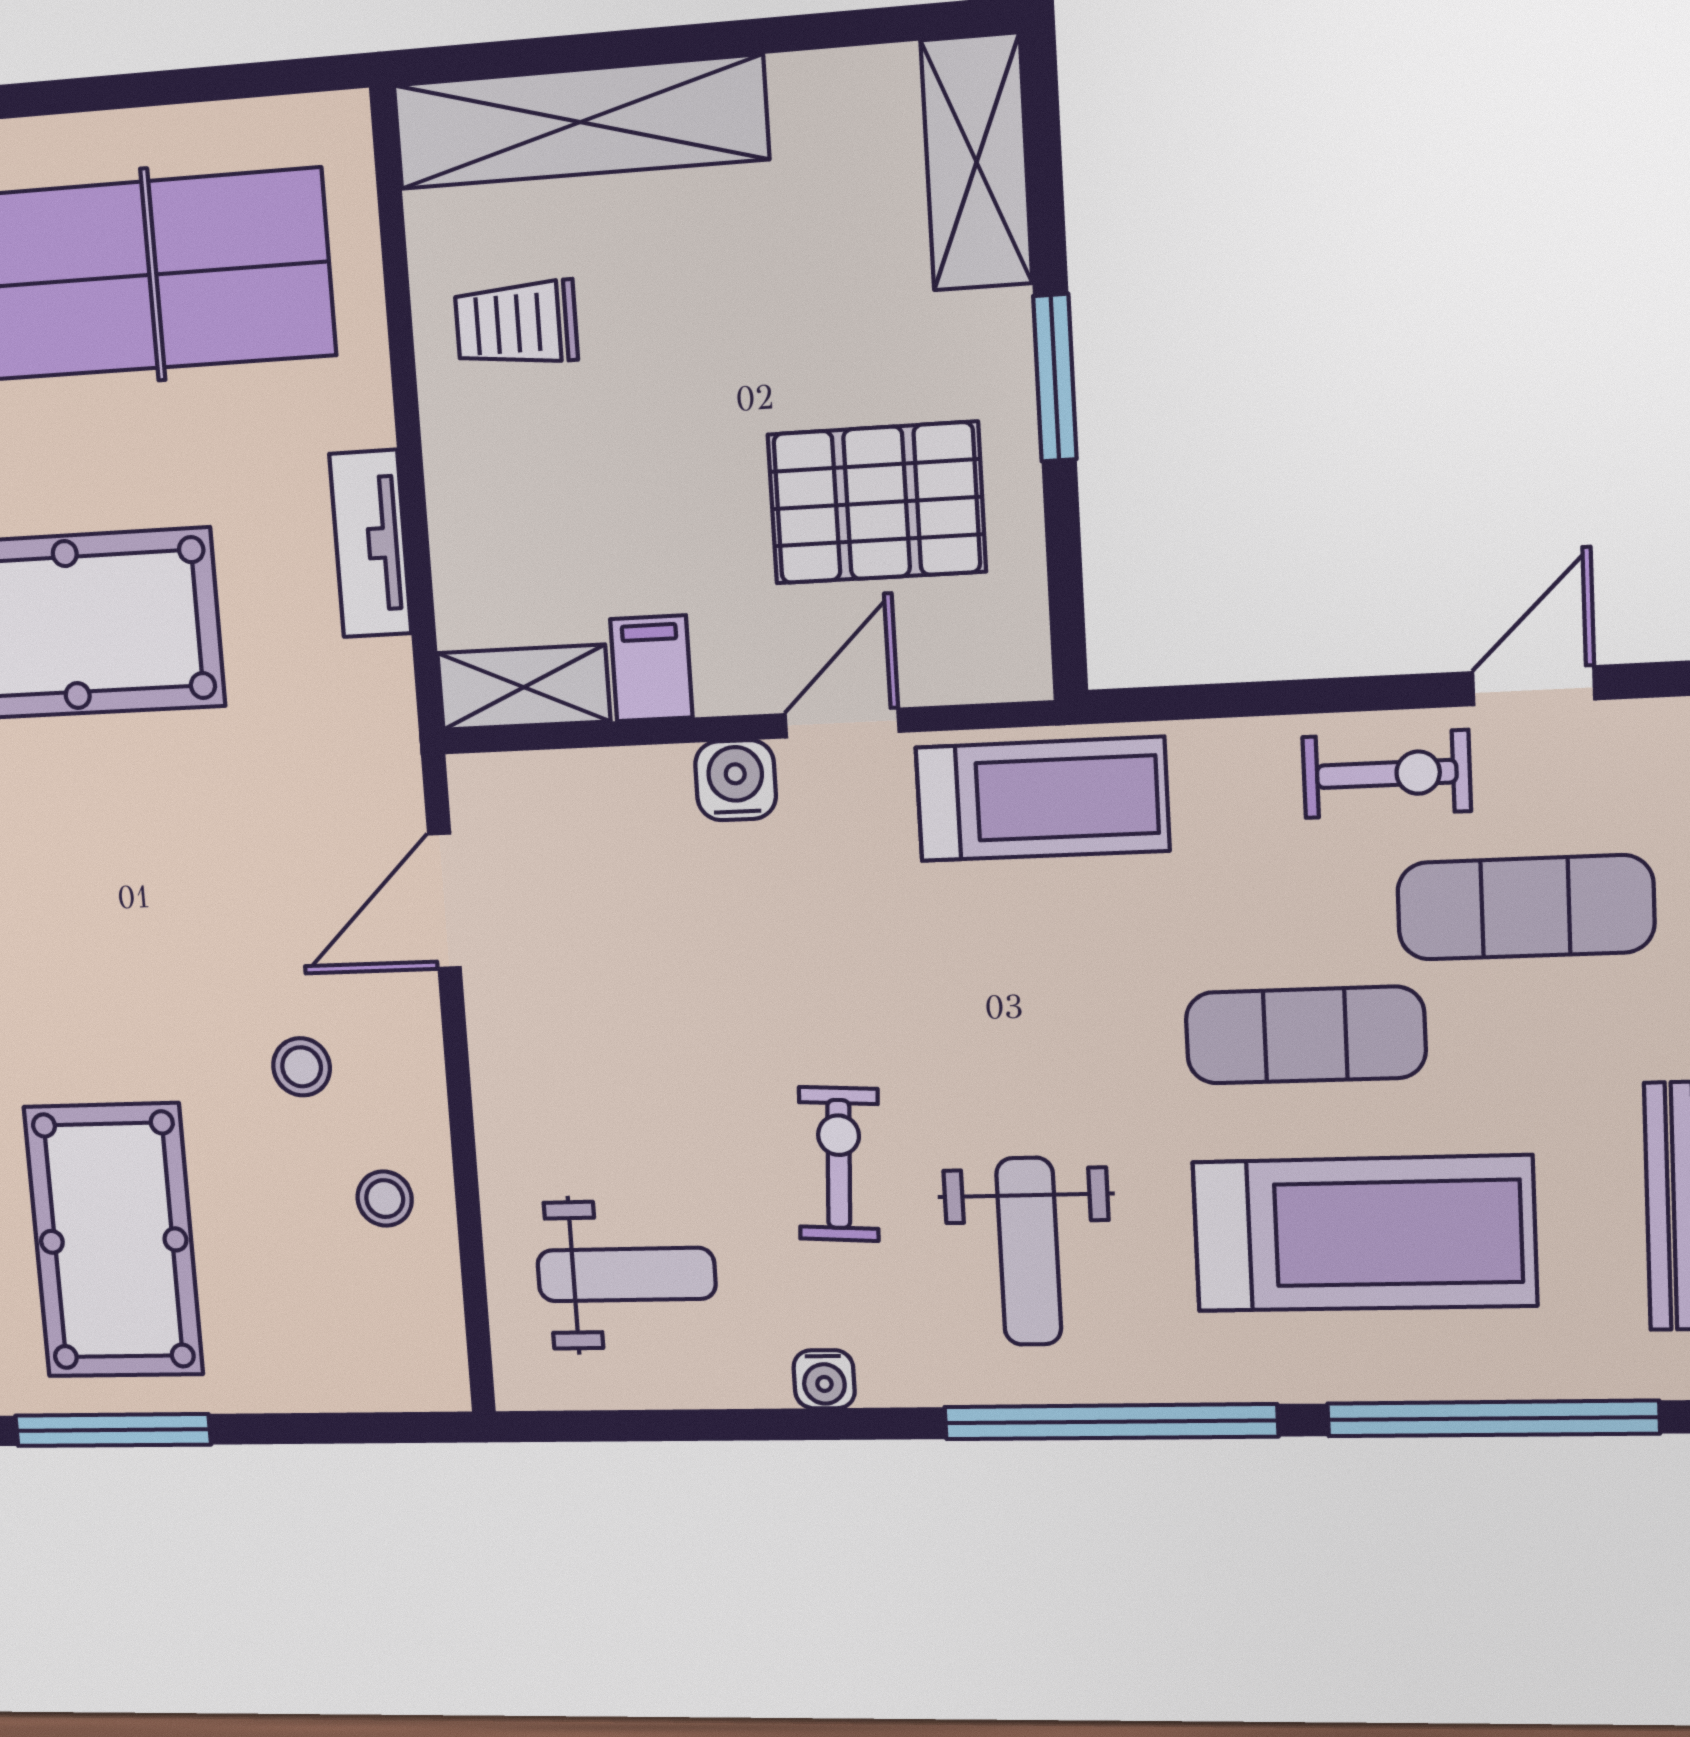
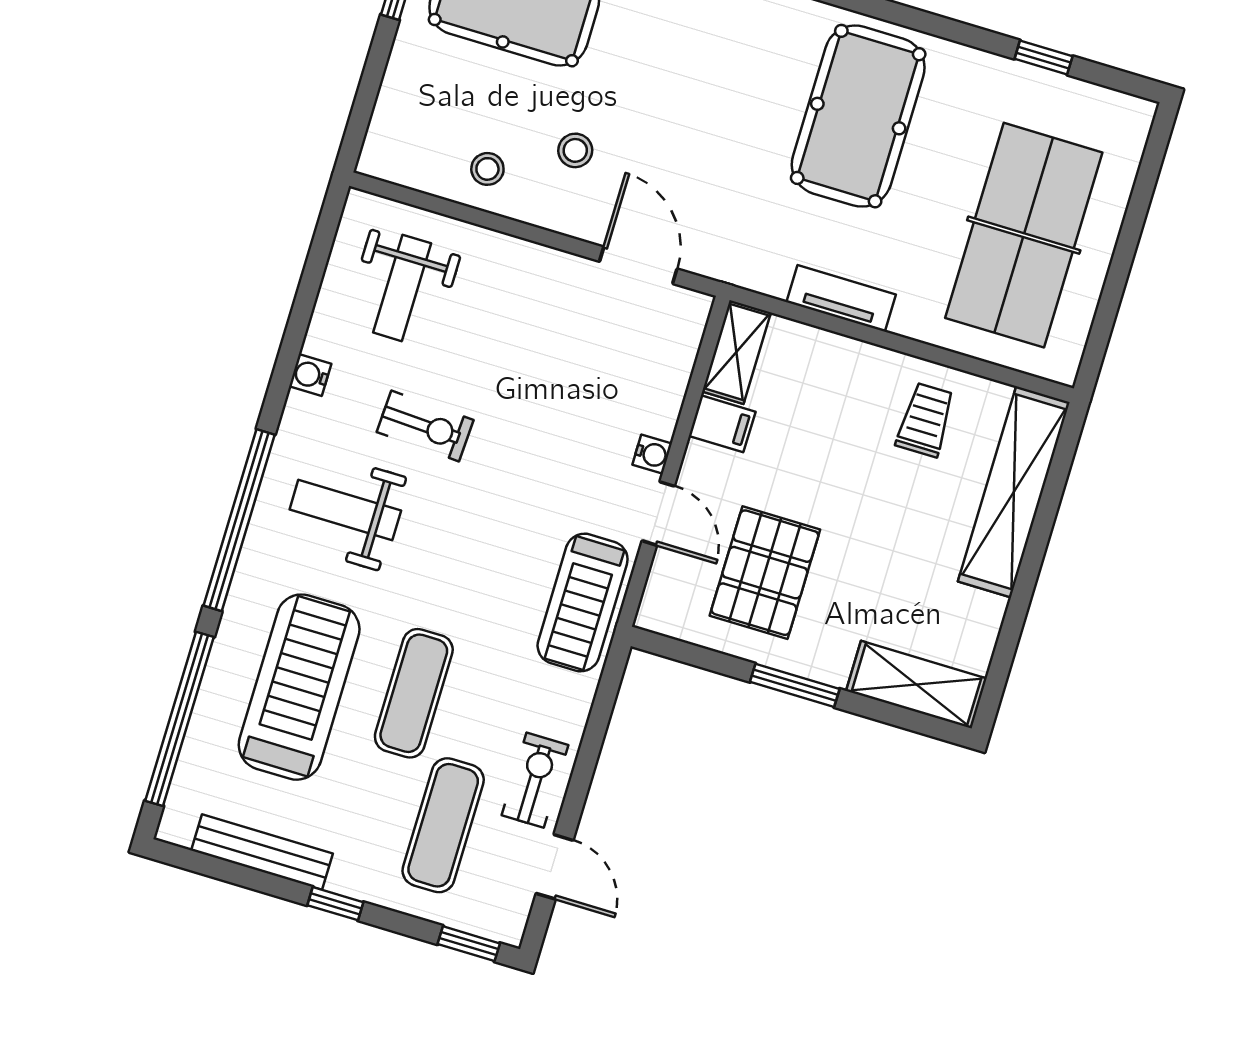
exercise bike: (1387, 774) -> (535, 780), turned 180
water cooler: (736, 780) -> (652, 454), width x0.72, depth x0.72
treadmill: (1364, 1234) -> (299, 687), turned 180

